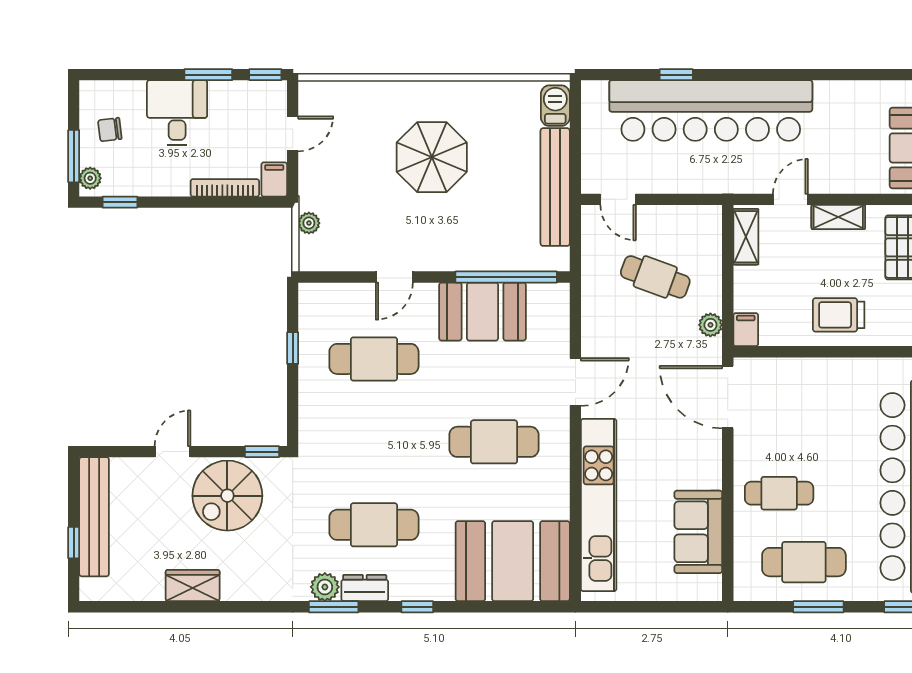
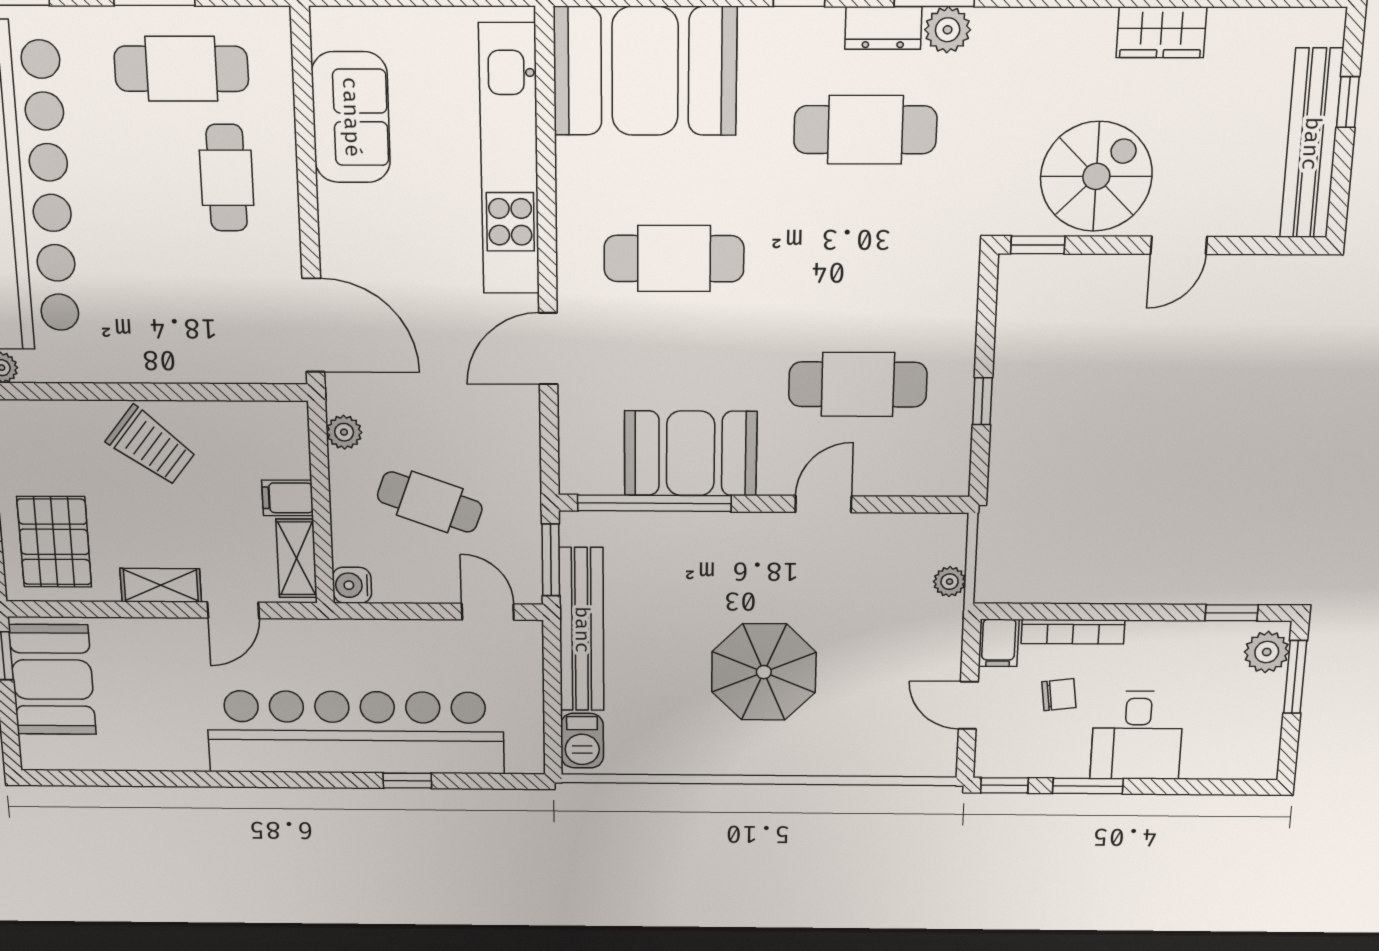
chair: (110, 130) -> (1059, 695), moved
door: (293, 134) -> (968, 705), hinge flipped
plant: (90, 178) -> (1267, 652), width x1.38, depth x1.38
water cooler: (709, 218) -> (352, 585), added
window: (575, 237) -> (551, 560), added
trolley: (839, 315) -> (151, 446), turned 38
filing cabinet: (746, 330) -> (288, 498), moved, turned 90
cafe table: (779, 493) -> (227, 178), turned 90

